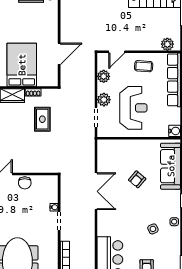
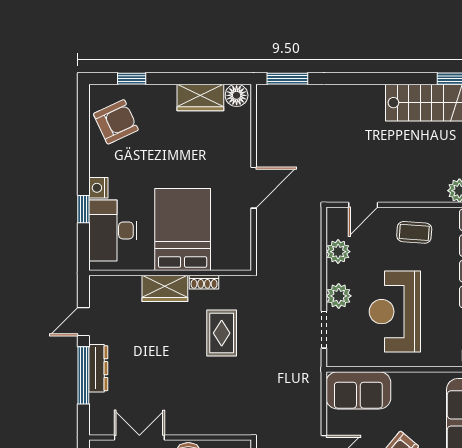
door: (59, 54) -> (254, 188), moved
reception desk: (133, 108) -> (395, 312), turned 180
sofa: (114, 149) -> (358, 390), added

